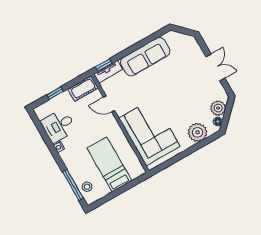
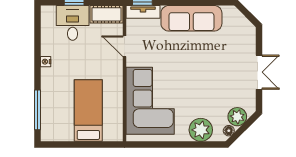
desk: (59, 126) -> (73, 23), moved, turned 90
stool: (87, 187) -> (51, 120), removed

